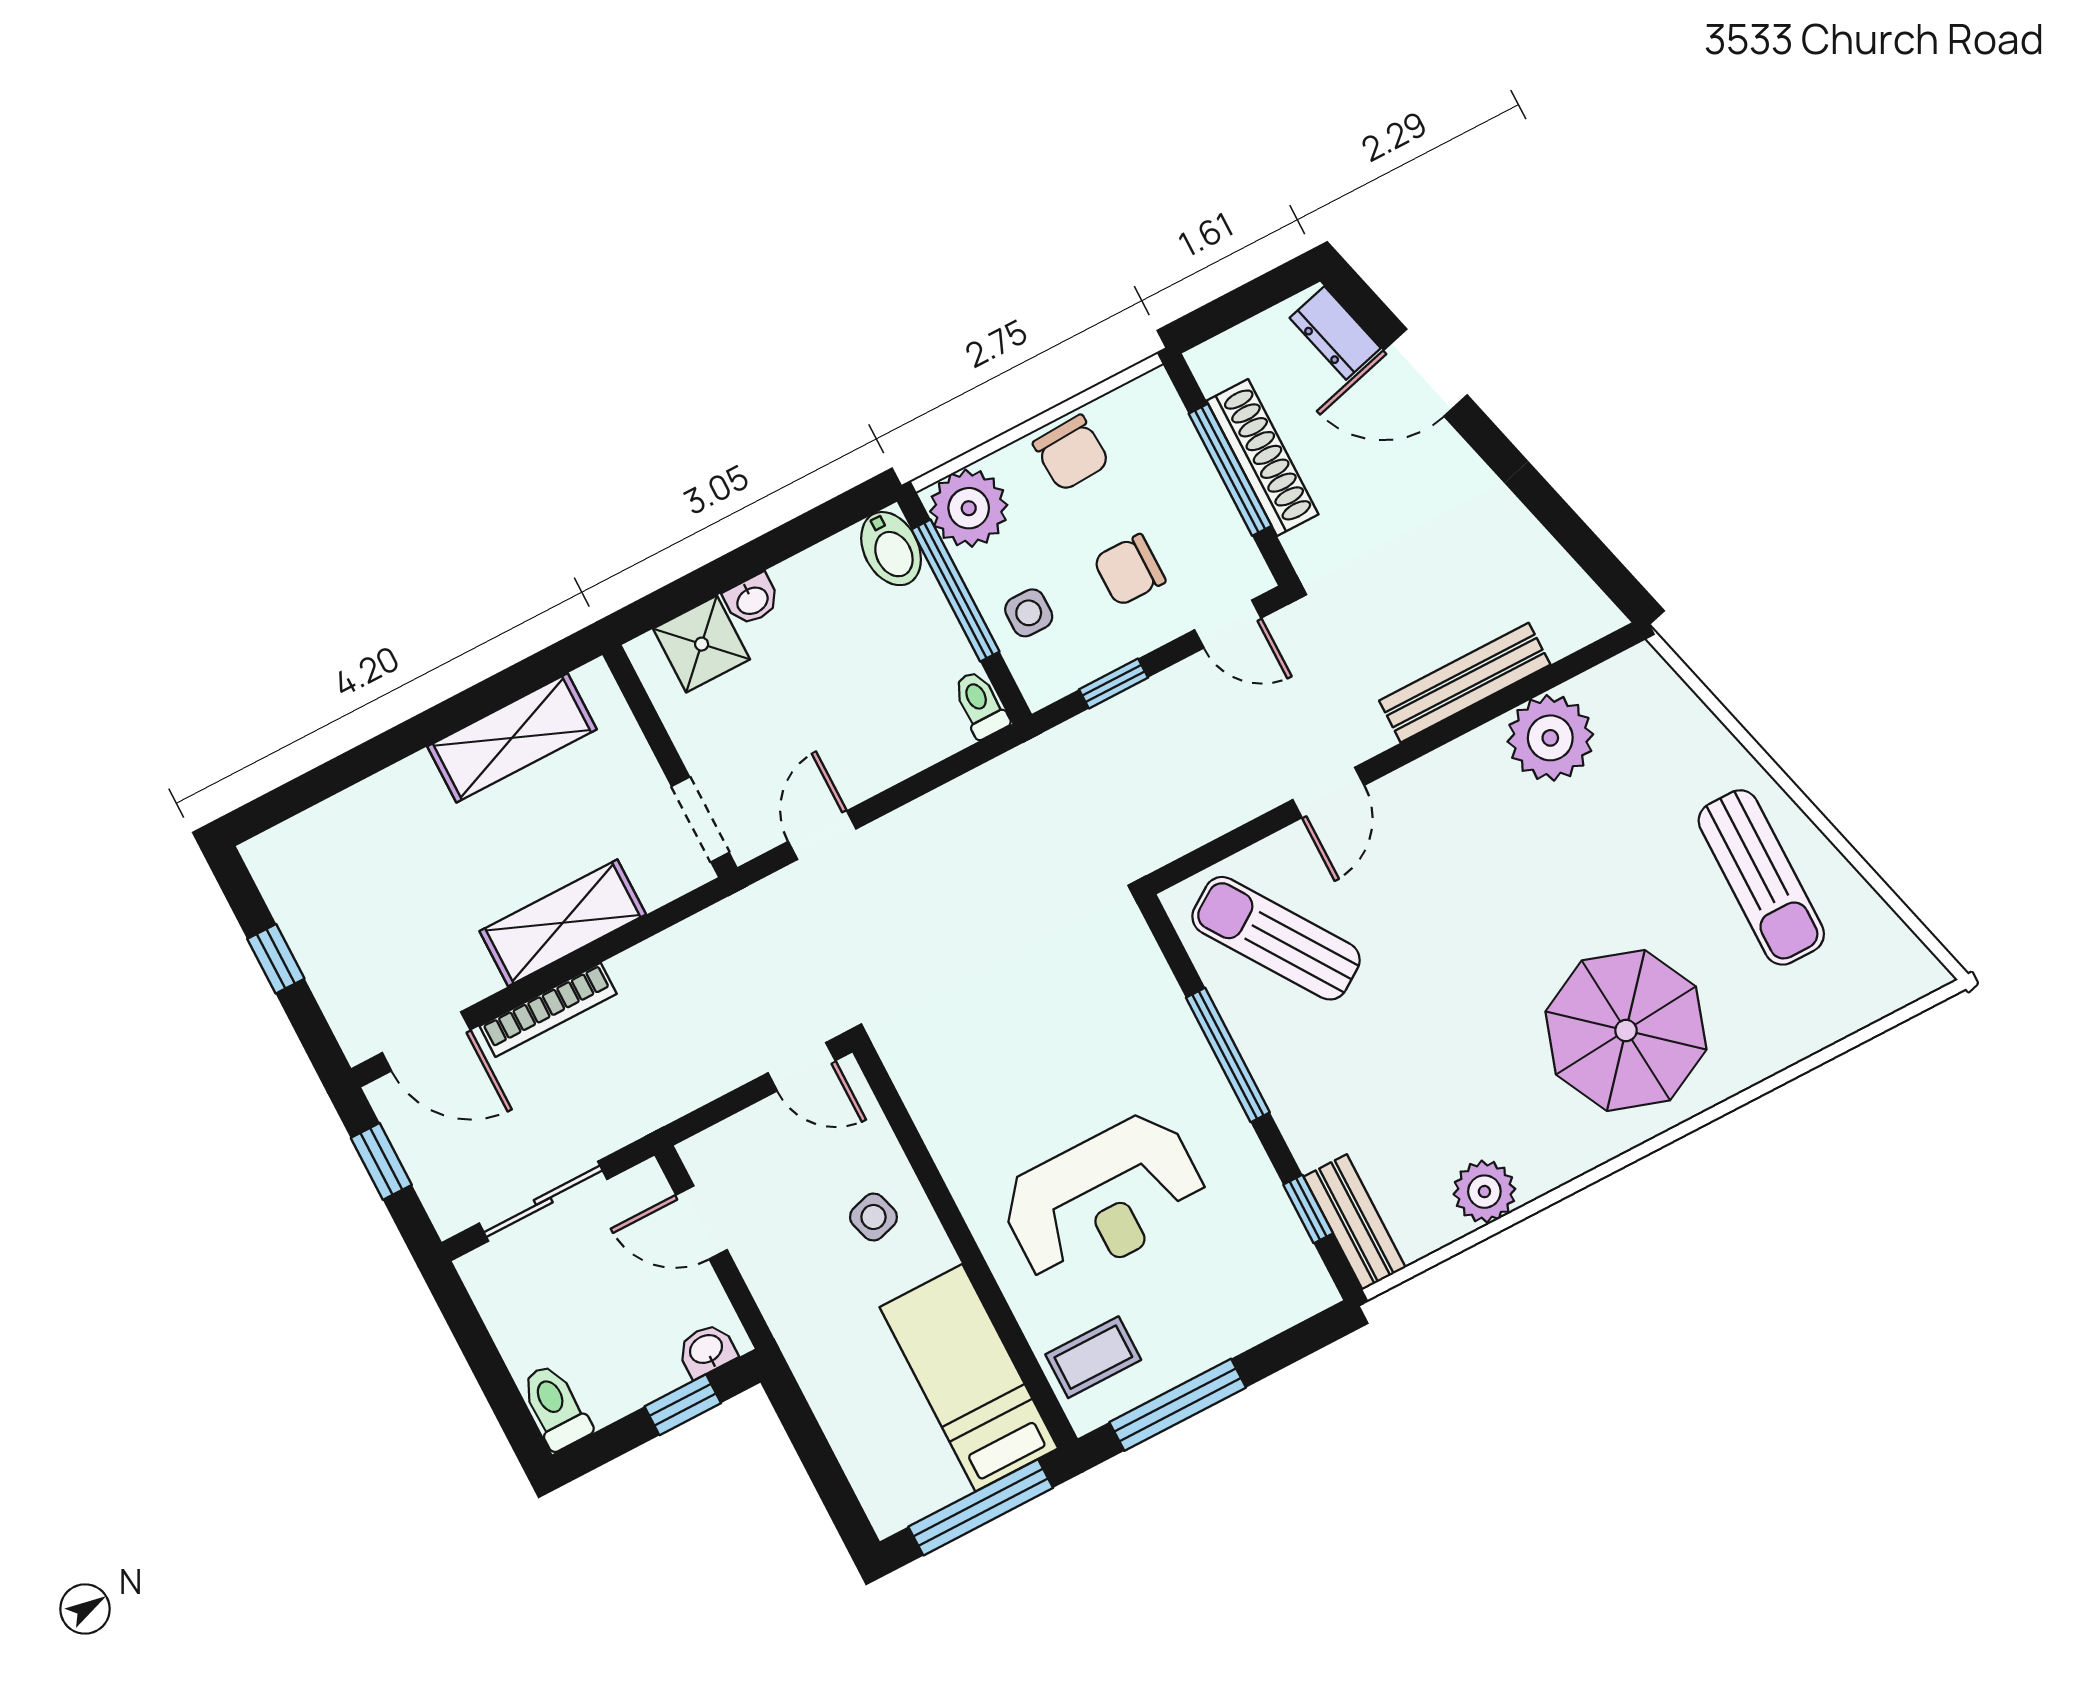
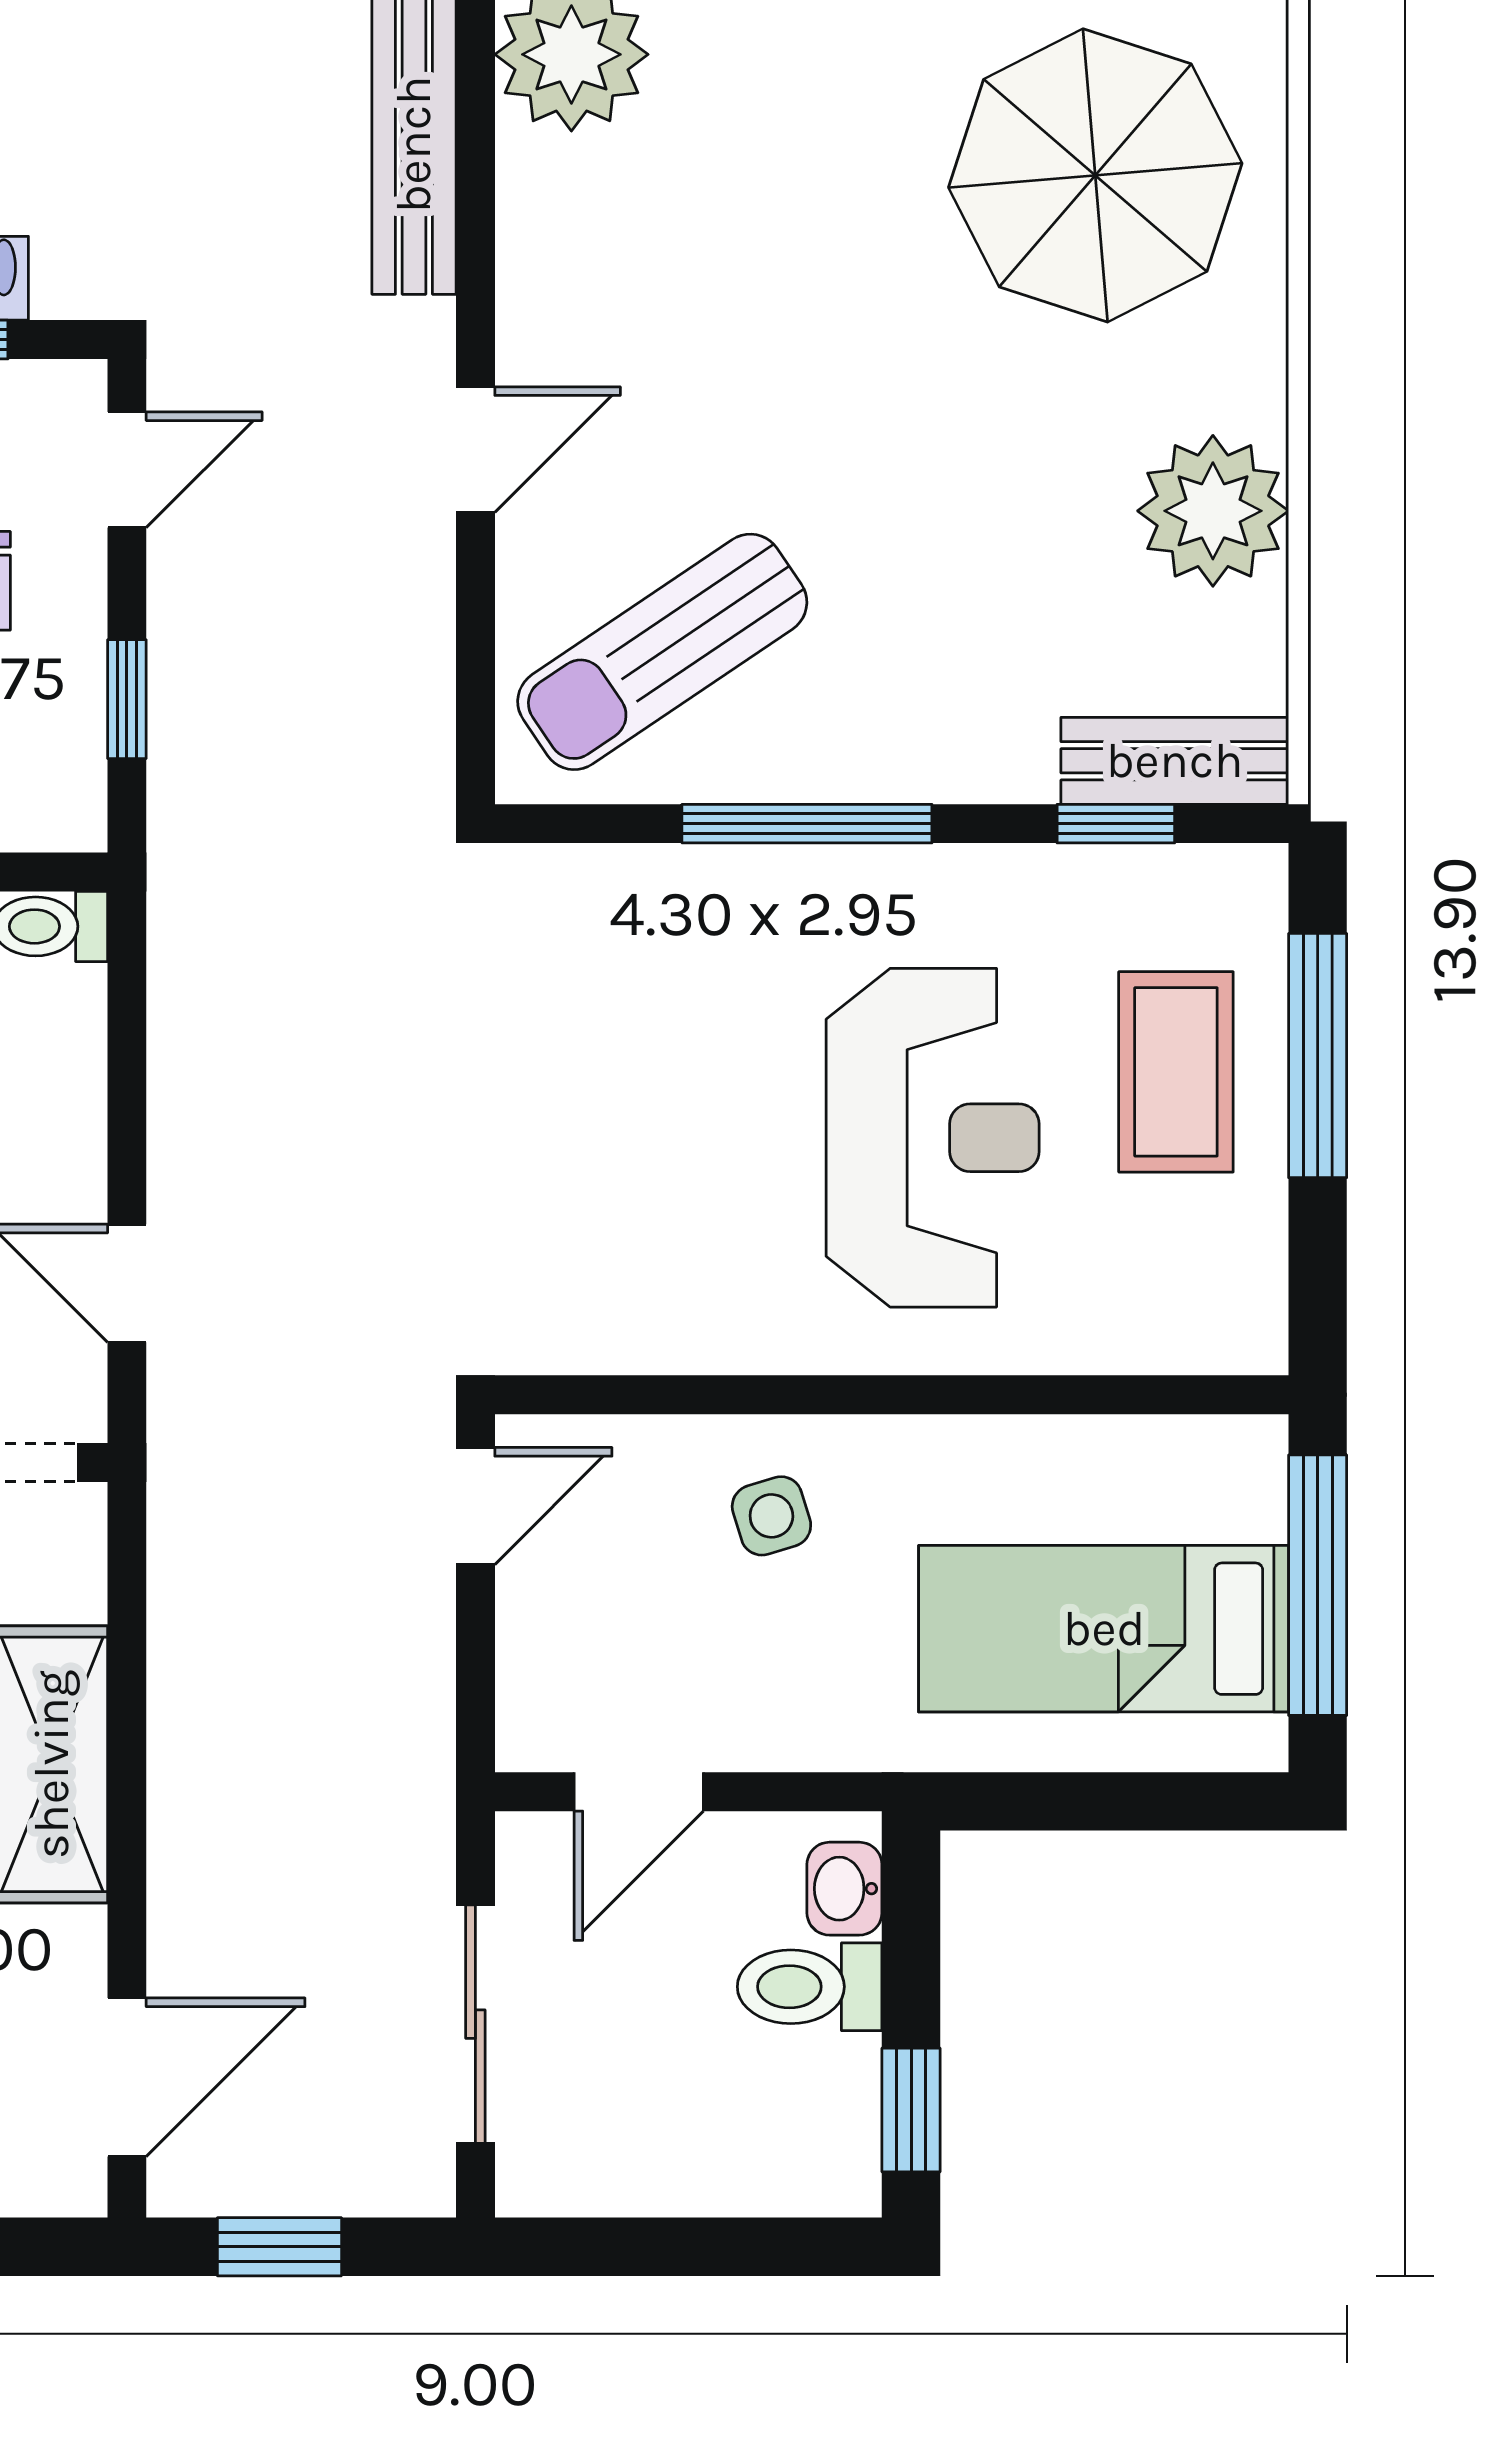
door: (1328, 793) -> (475, 450), hinge flipped
bookcase: (548, 1010) -> (177, 1859), removed
plant: (1484, 1192) -> (1213, 511), width x1.36, depth x1.36
coffee table: (1093, 1357) -> (1176, 1072), moved, width x1.36, depth x1.30
bed: (969, 1378) -> (1104, 1629), moved
window: (683, 1405) -> (911, 2110), moved
window: (1178, 1405) -> (1318, 1056), moved
toilet: (555, 1407) -> (810, 1987), moved

